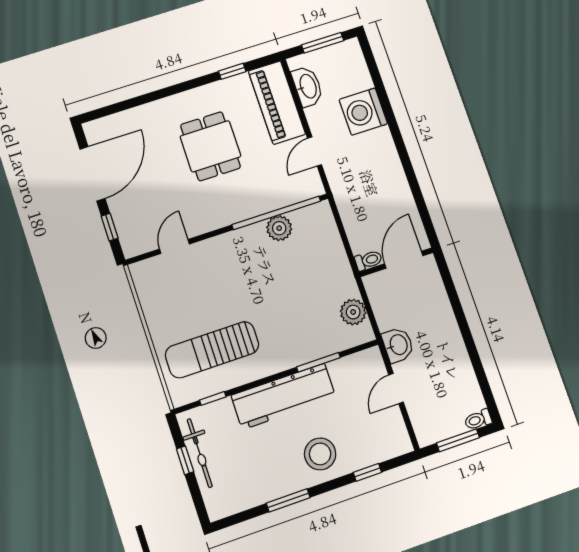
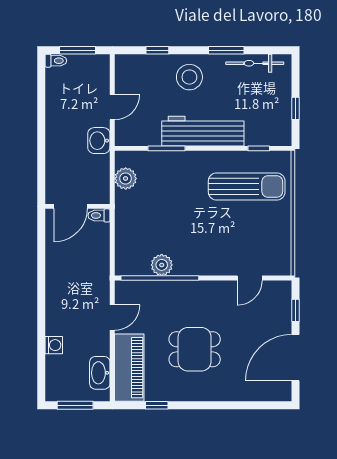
washing machine: (363, 112) -> (54, 345), width x0.53, depth x0.53
dining table: (210, 146) -> (195, 349), turned 90
bicycle: (200, 453) -> (255, 63), moved, turned -90

